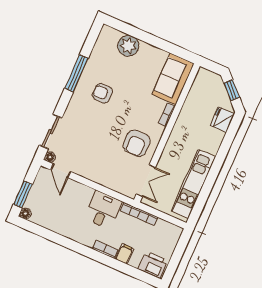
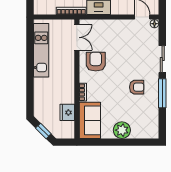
plant: (128, 46) -> (122, 130), moved
fridge: (222, 120) -> (67, 112), moved, turned 180
sliding door: (51, 132) -> (162, 59), moved
double door: (146, 181) -> (77, 37), swing flipped

